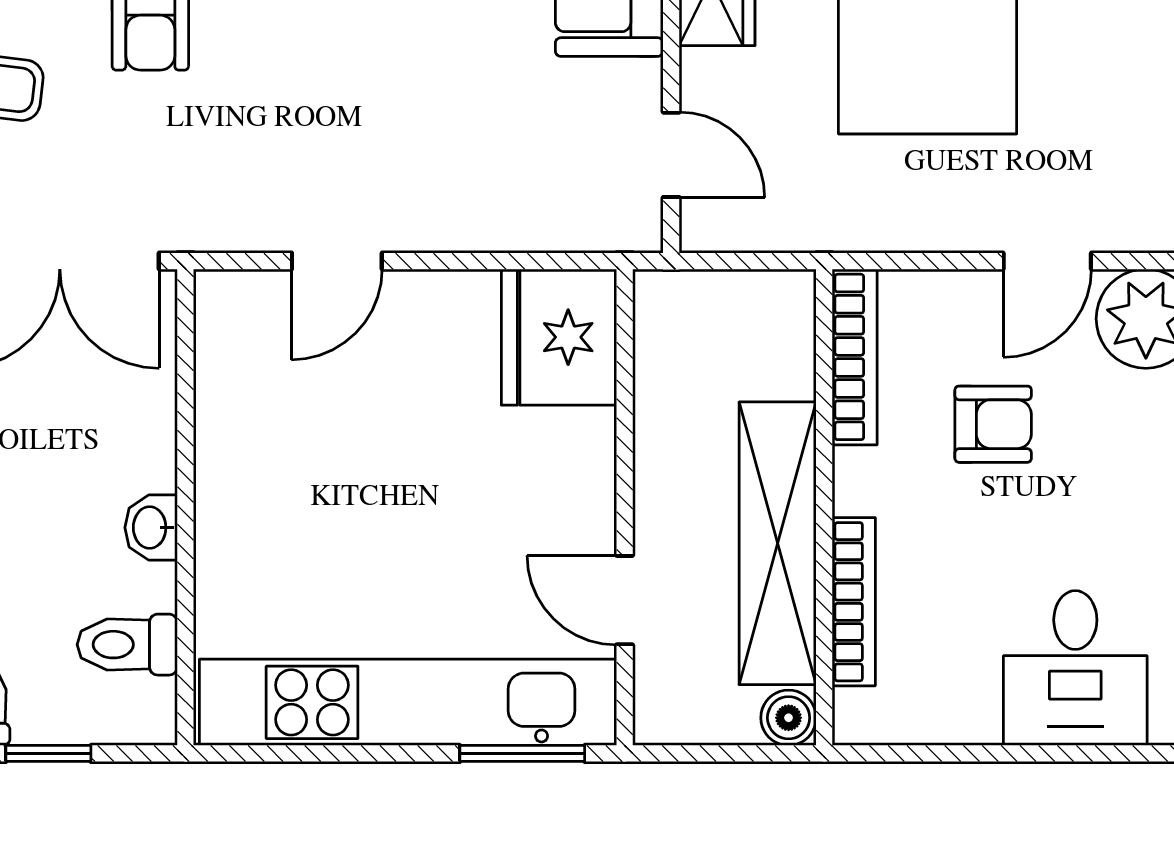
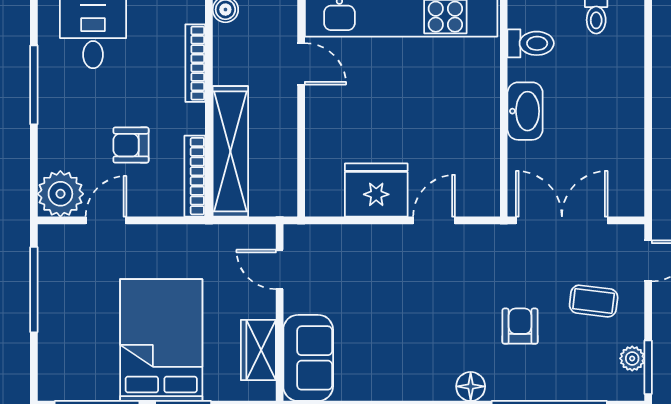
fridge: (559, 337) -> (376, 190), moved, turned -90
washbasin: (151, 528) -> (525, 111), width x1.91, depth x1.45
shelving: (778, 543) -> (230, 151), moved

